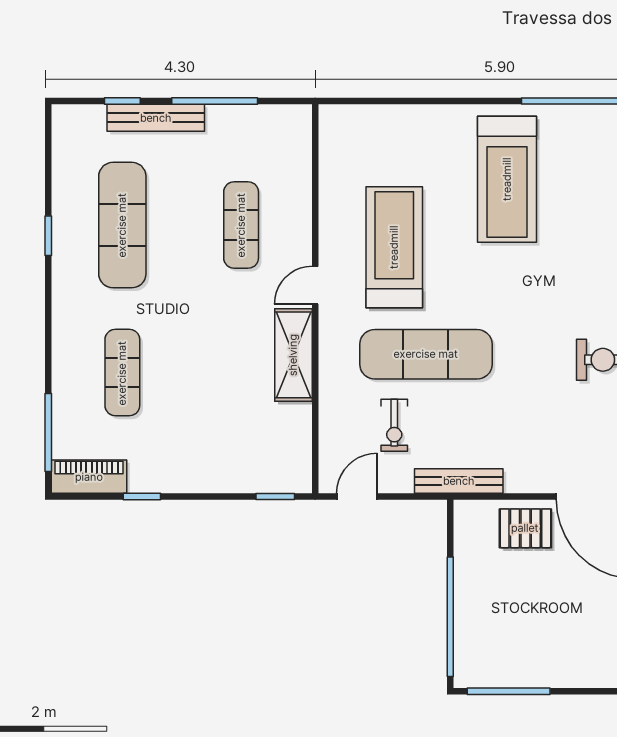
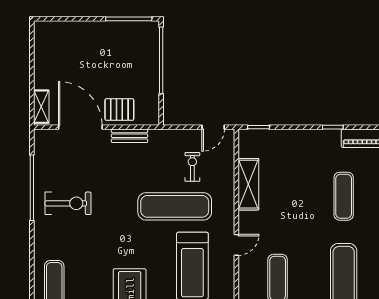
shelving: (293, 355) -> (248, 184), moved
bench: (459, 481) -> (129, 136), moved, width x0.73

